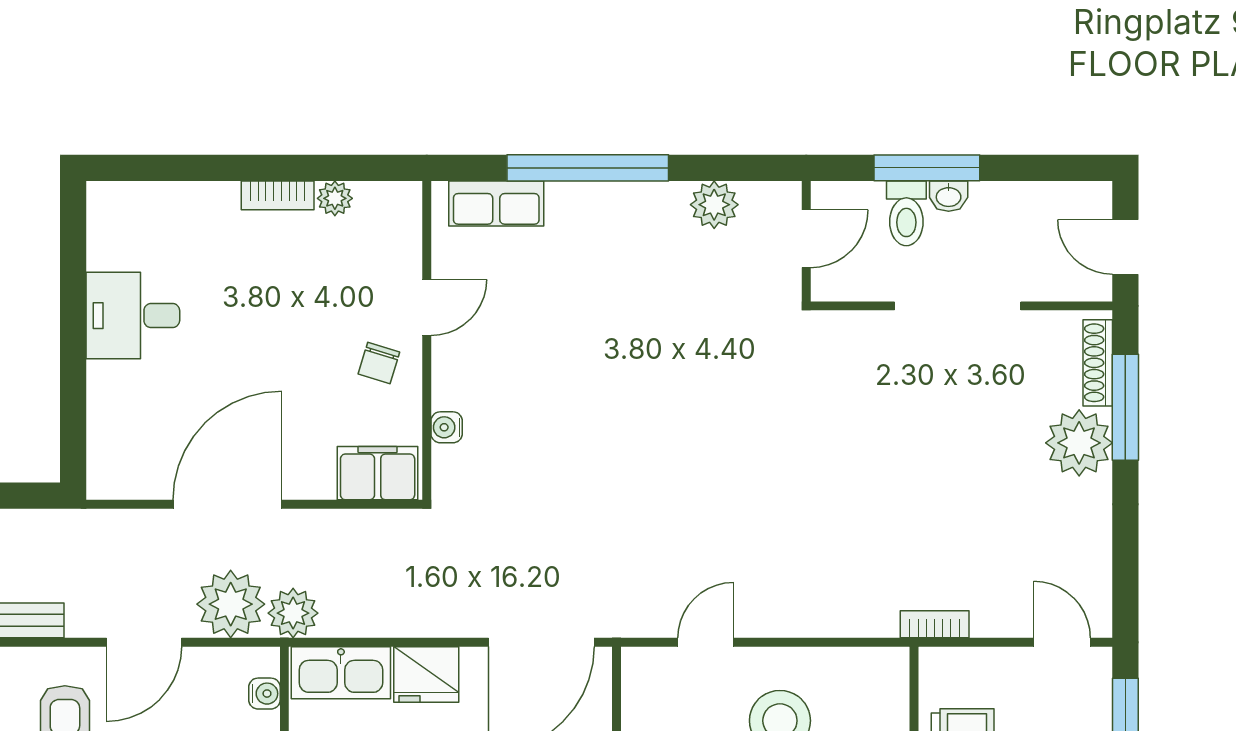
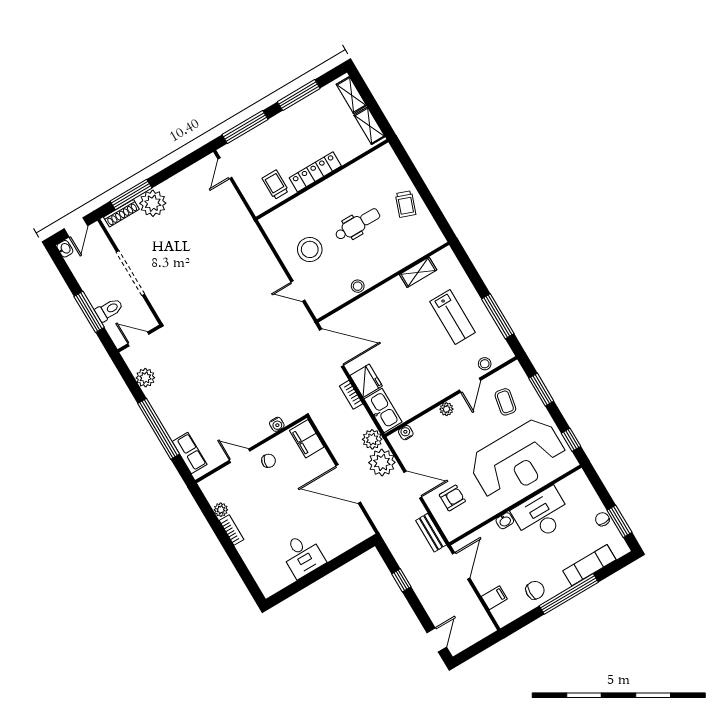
washbasin: (949, 196) -> (65, 249), moved
bookcase: (935, 624) -> (351, 395), moved

